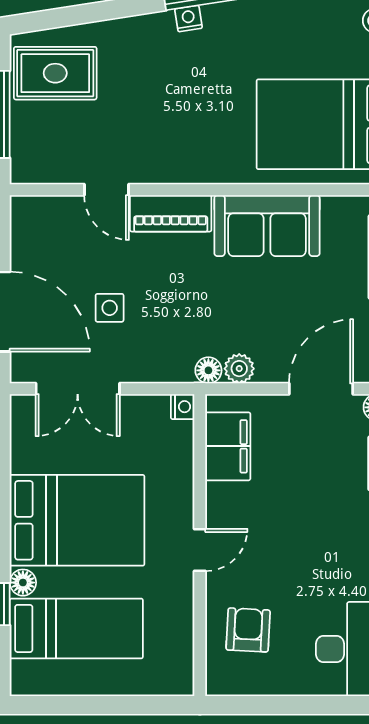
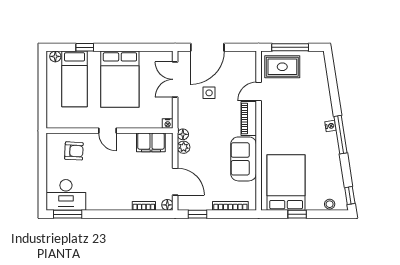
rug: (55, 73) -> (282, 67), moved, turned 90
floor lamp: (23, 583) -> (55, 56), moved

